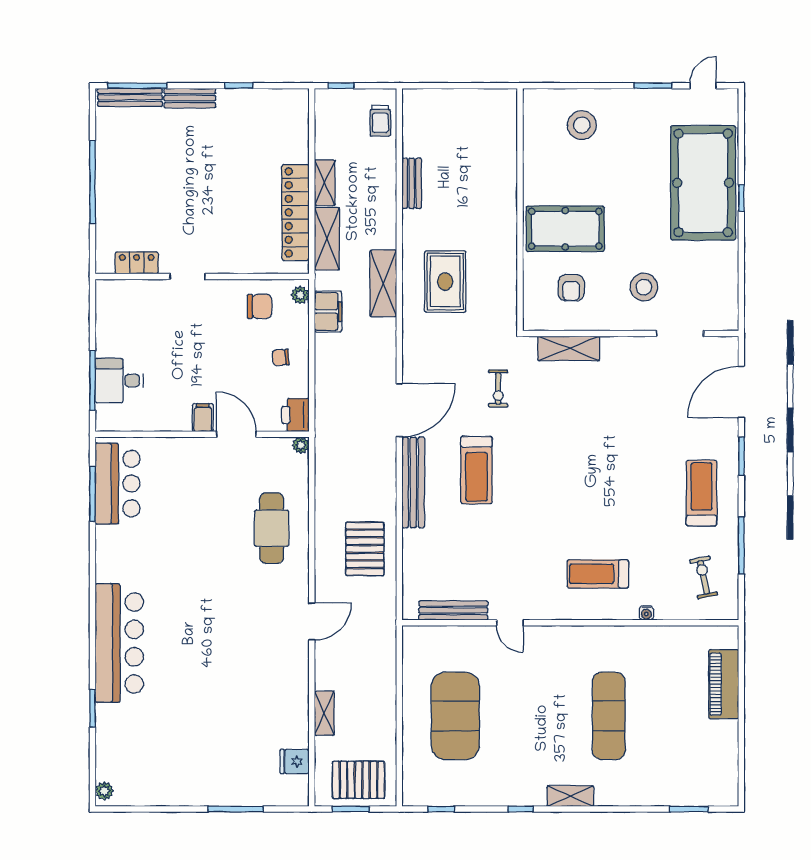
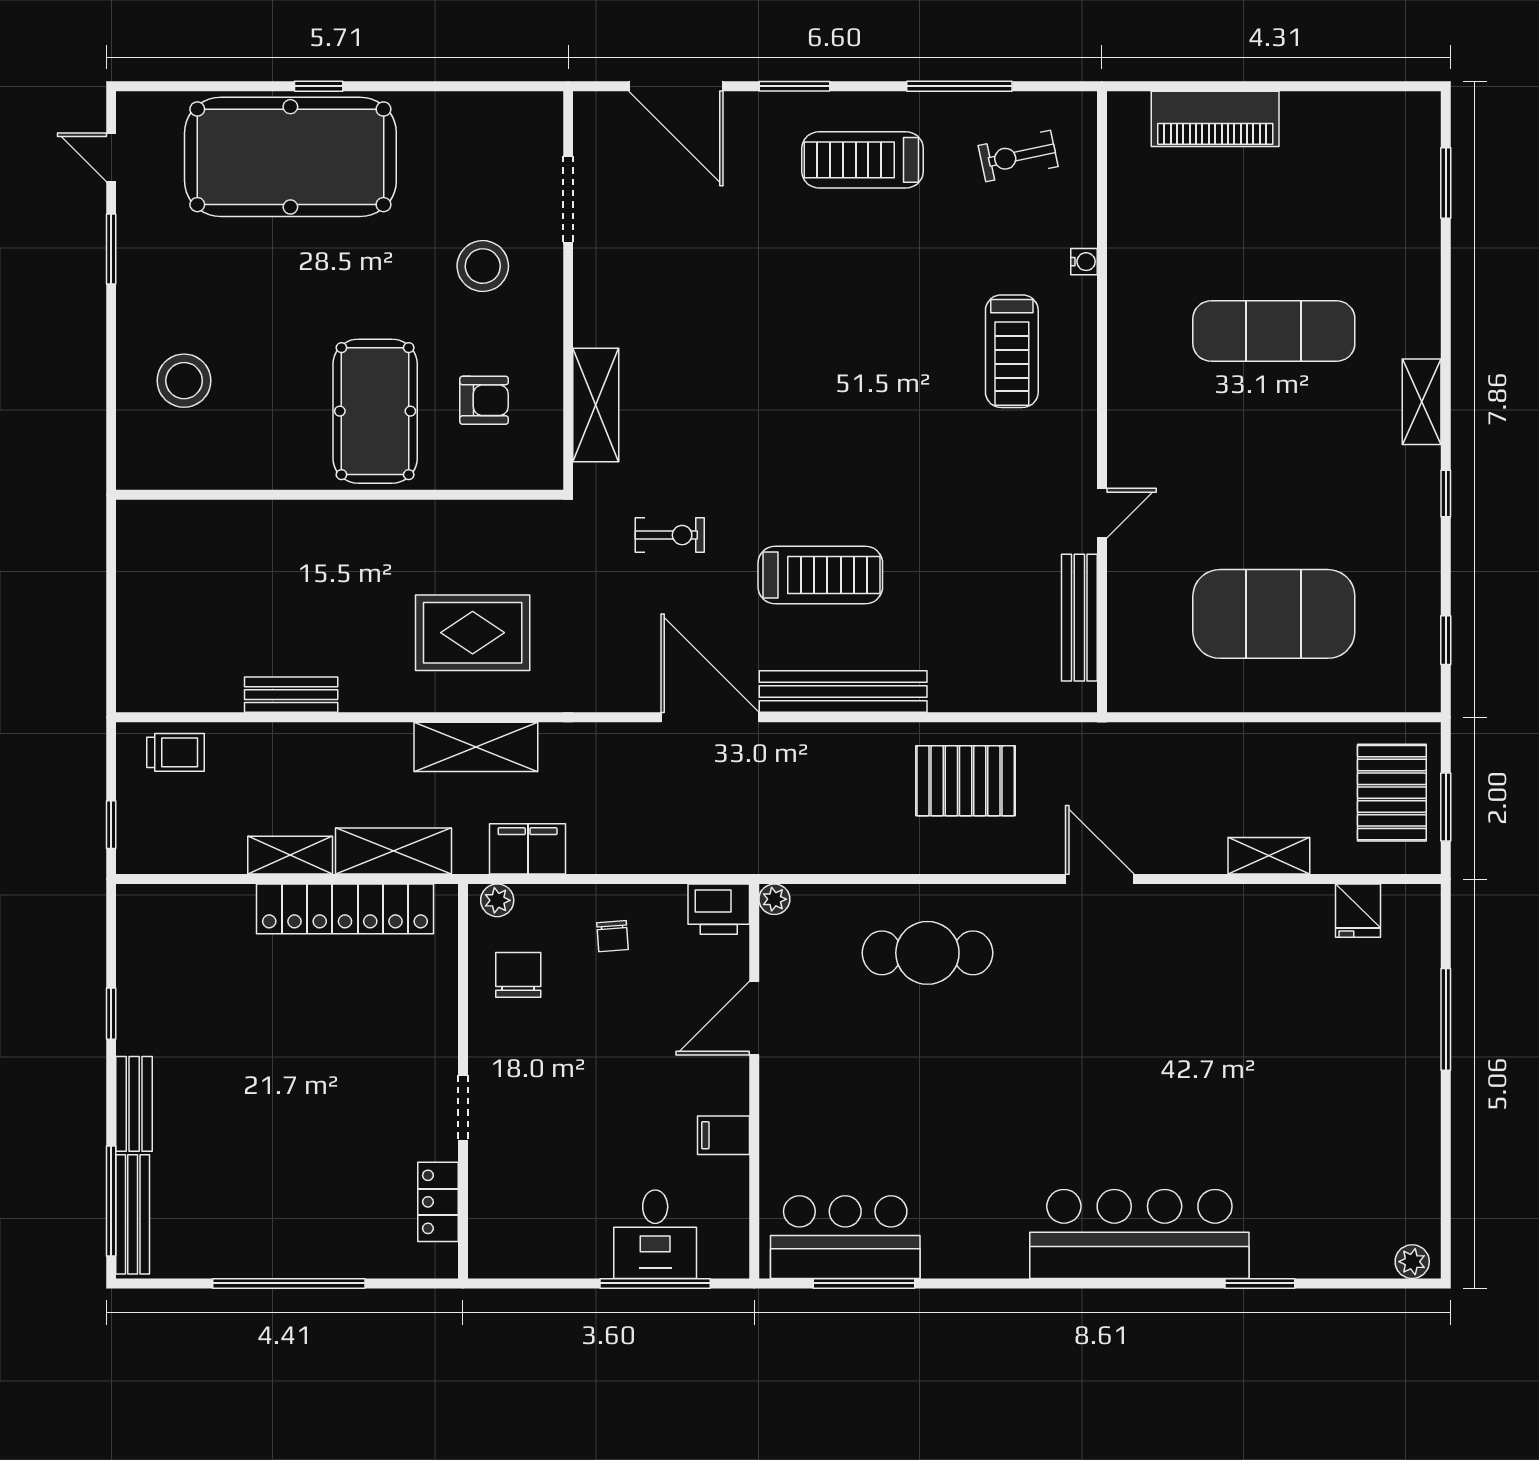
filing cabinet: (203, 418) -> (723, 1135), moved

